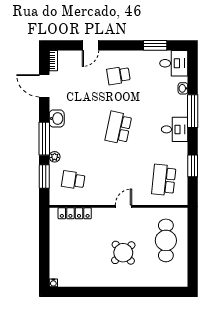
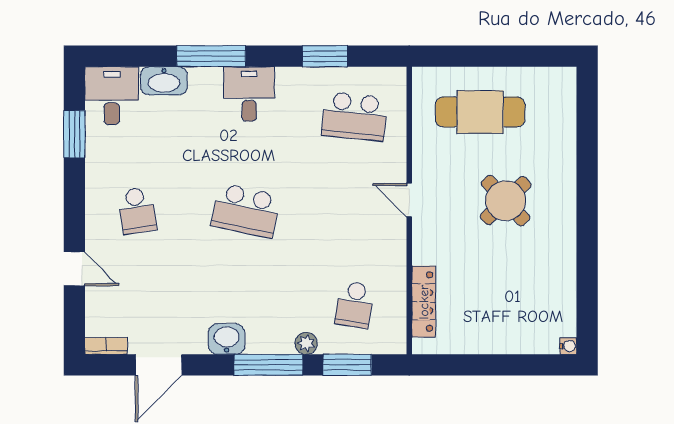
washbasin: (183, 88) -> (164, 81), width x1.91, depth x1.45

